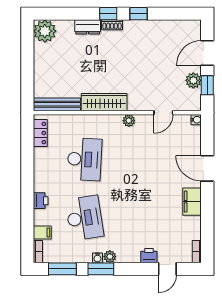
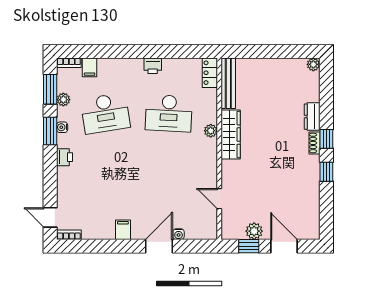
plant: (45, 31) -> (313, 64), width x0.53, depth x0.53
water cooler: (196, 120) -> (179, 234), moved
plant: (129, 121) -> (211, 131), moved
locker: (40, 133) -> (210, 73), moved, turned 90
printer: (41, 201) -> (153, 66), moved
filing cabinet: (192, 202) -> (123, 230), width x0.50
printer: (149, 256) -> (65, 157), moved
plant: (110, 257) -> (63, 100), moved
door: (167, 269) -> (50, 217), moved

